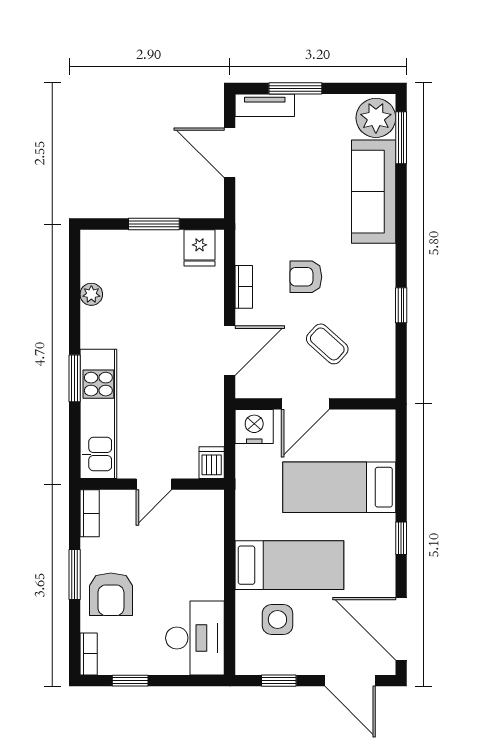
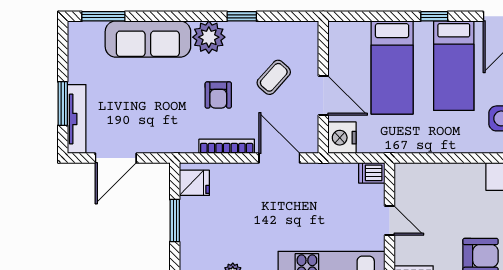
tv unit: (265, 105) -> (77, 119), width x1.41
plant: (376, 118) -> (209, 37), moved
bookcase: (244, 287) -> (227, 146), width x1.56
bed: (289, 565) -> (454, 66), moved, turned 180

